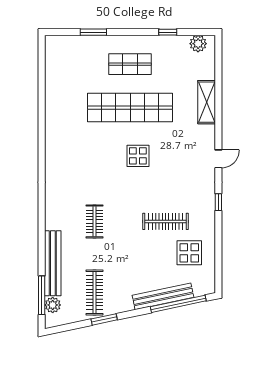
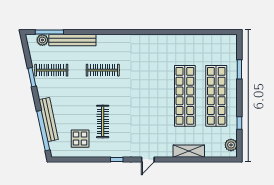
shop shelf: (130, 64) -> (216, 96), width x2.00, depth x1.36
display table: (138, 156) -> (150, 102), removed
door: (218, 159) -> (148, 160), hinge flipped
clothes rail: (94, 221) -> (103, 70), width x1.36

